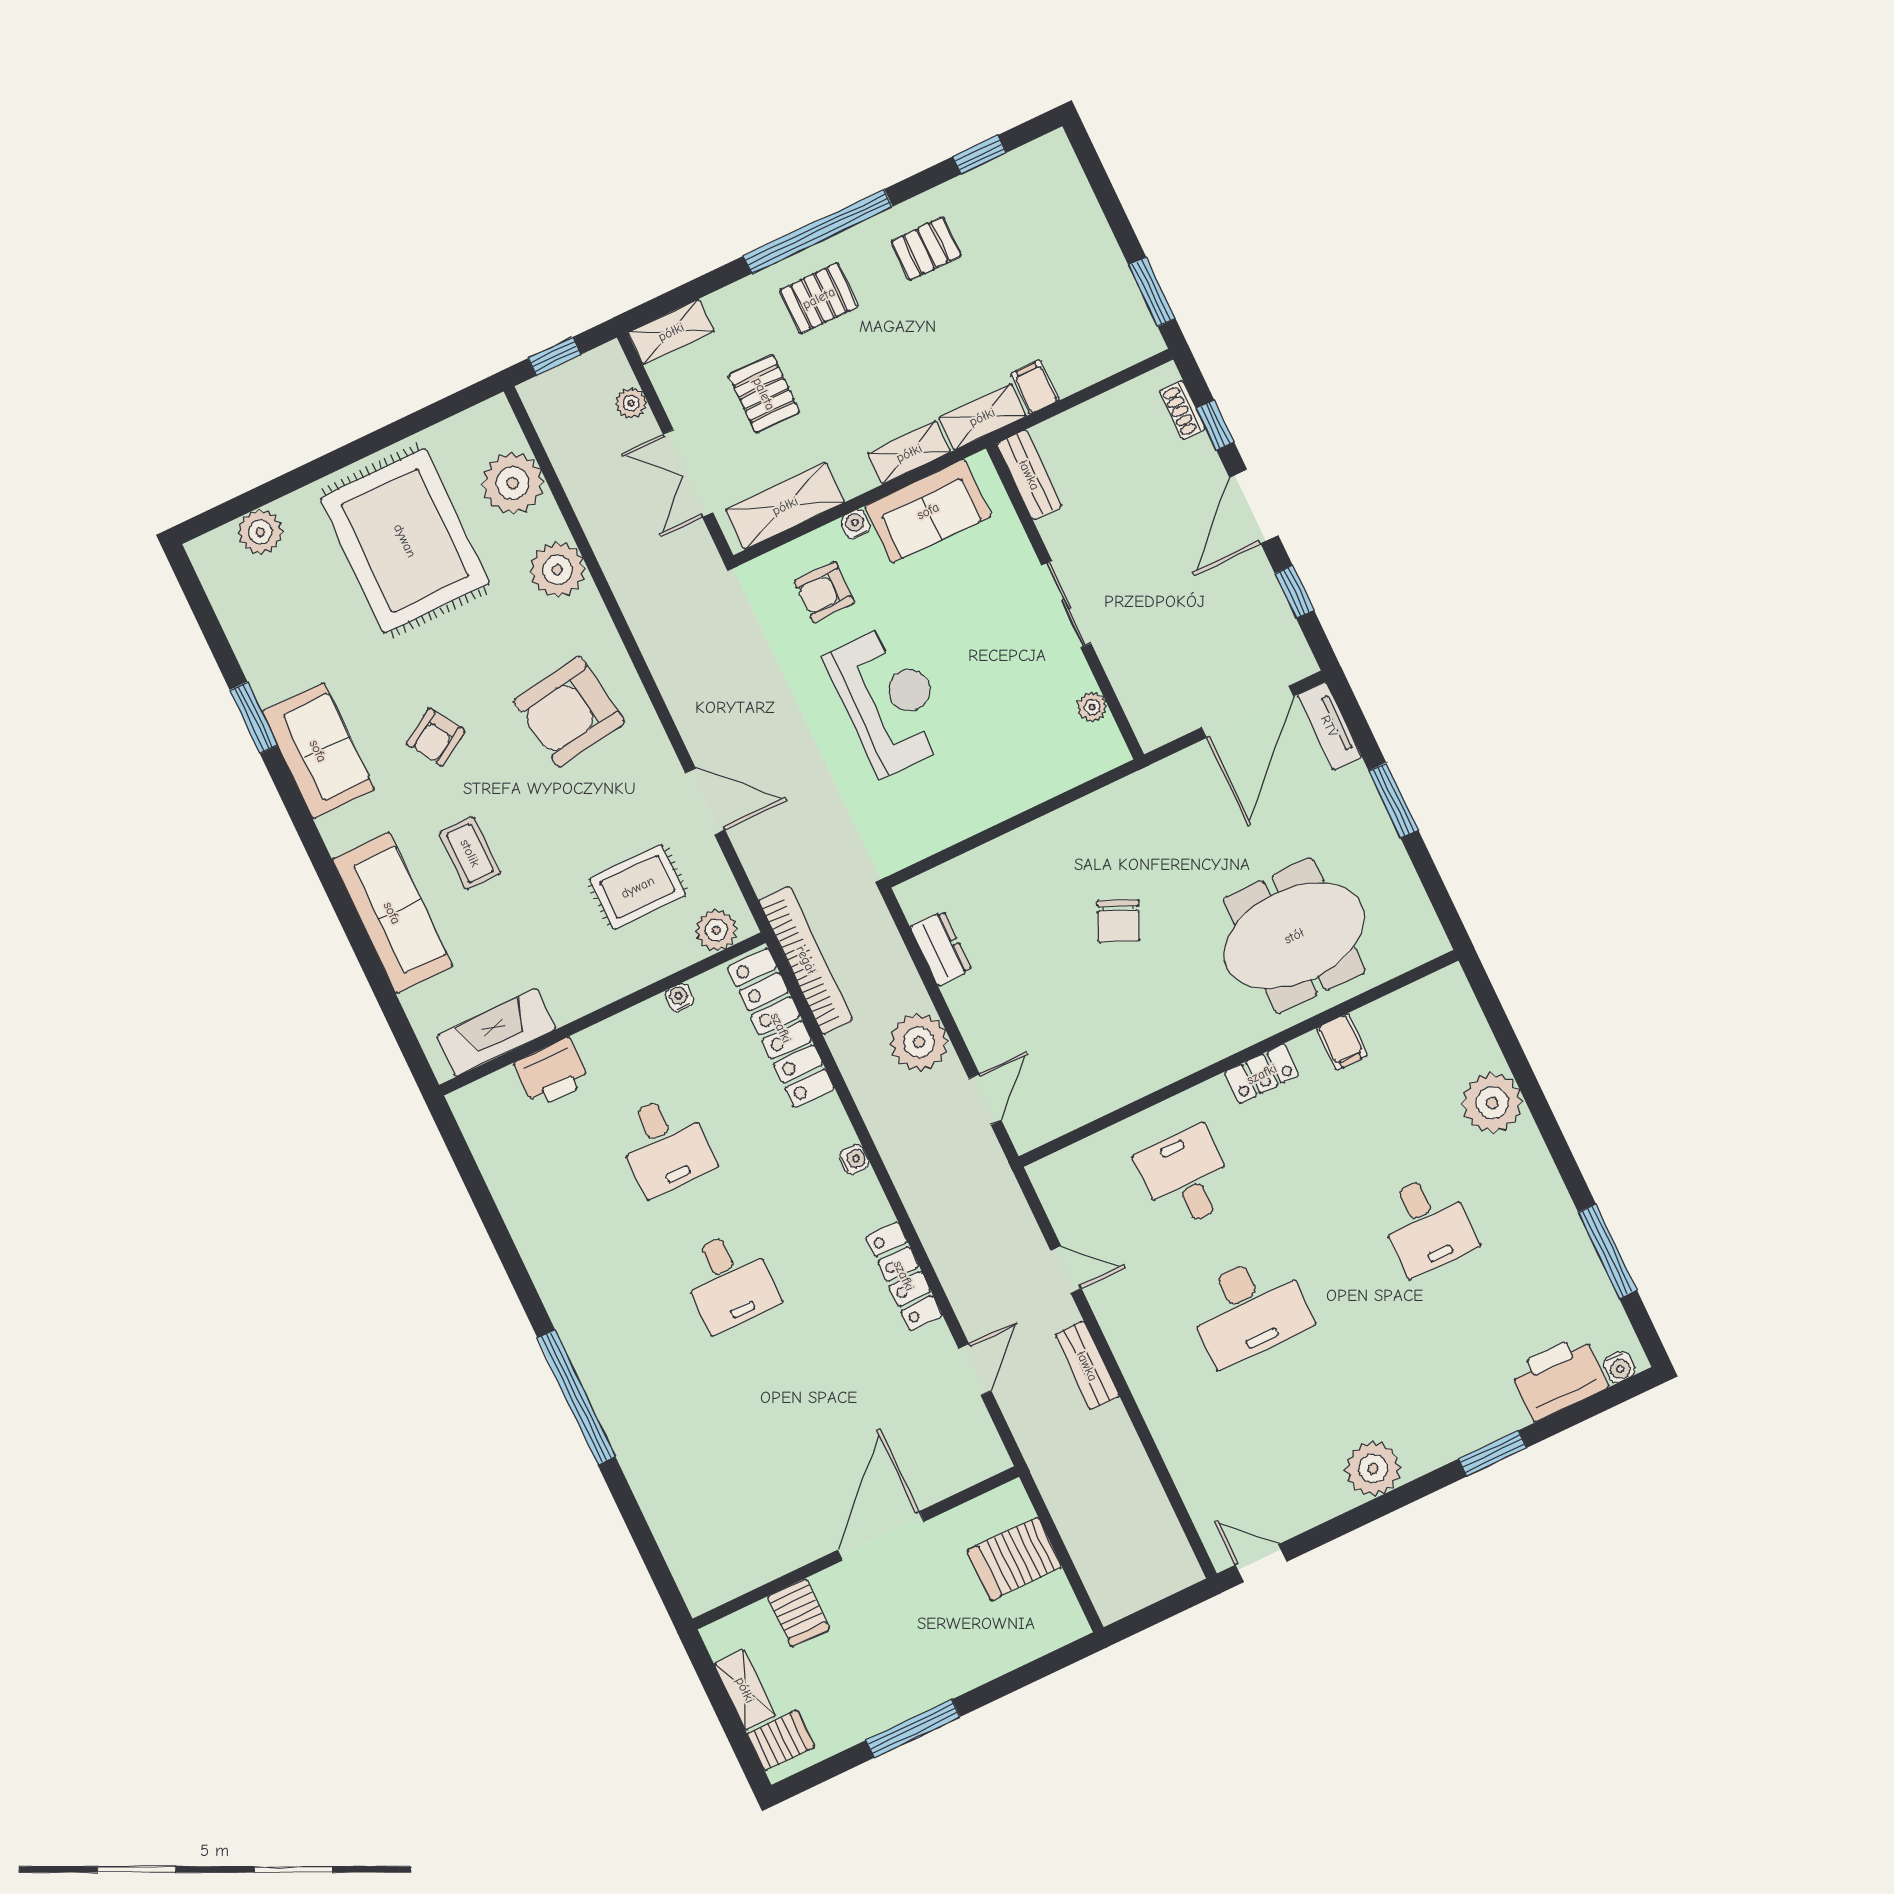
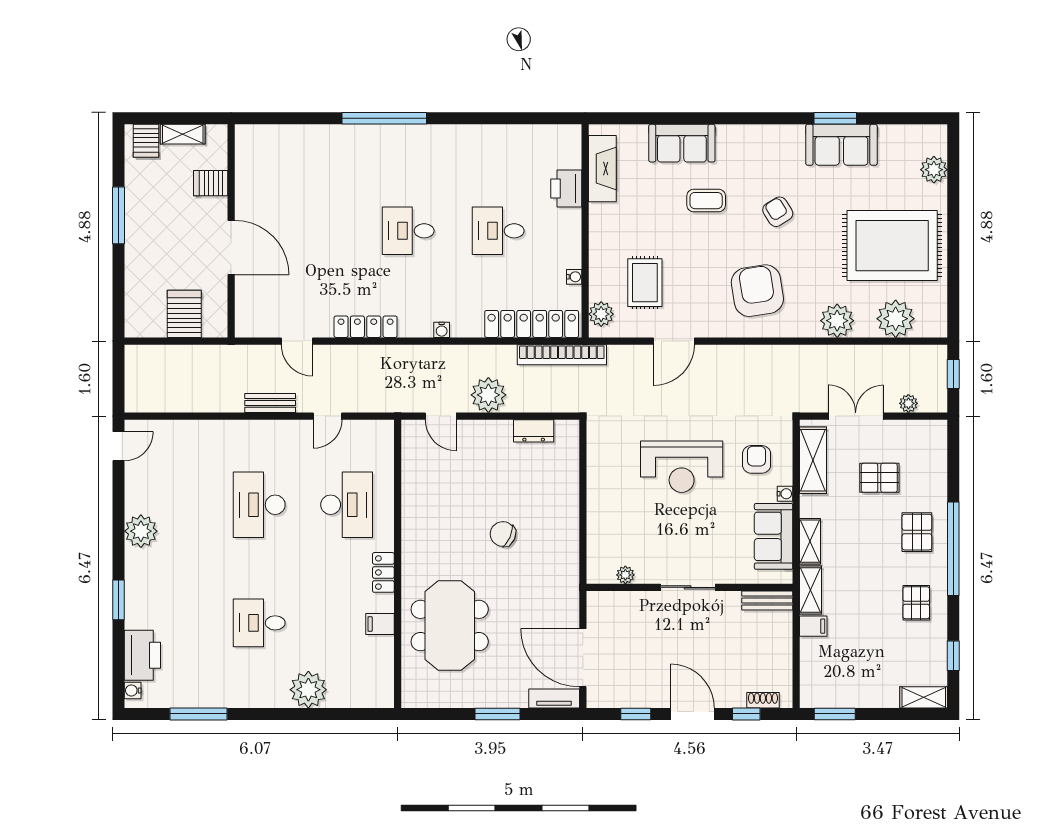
shelving: (671, 332) -> (924, 697), moved, turned 90
sofa: (318, 751) -> (841, 145), moved
sofa: (392, 913) -> (682, 143), width x0.73
desk: (1186, 1177) -> (347, 505), width x1.37

